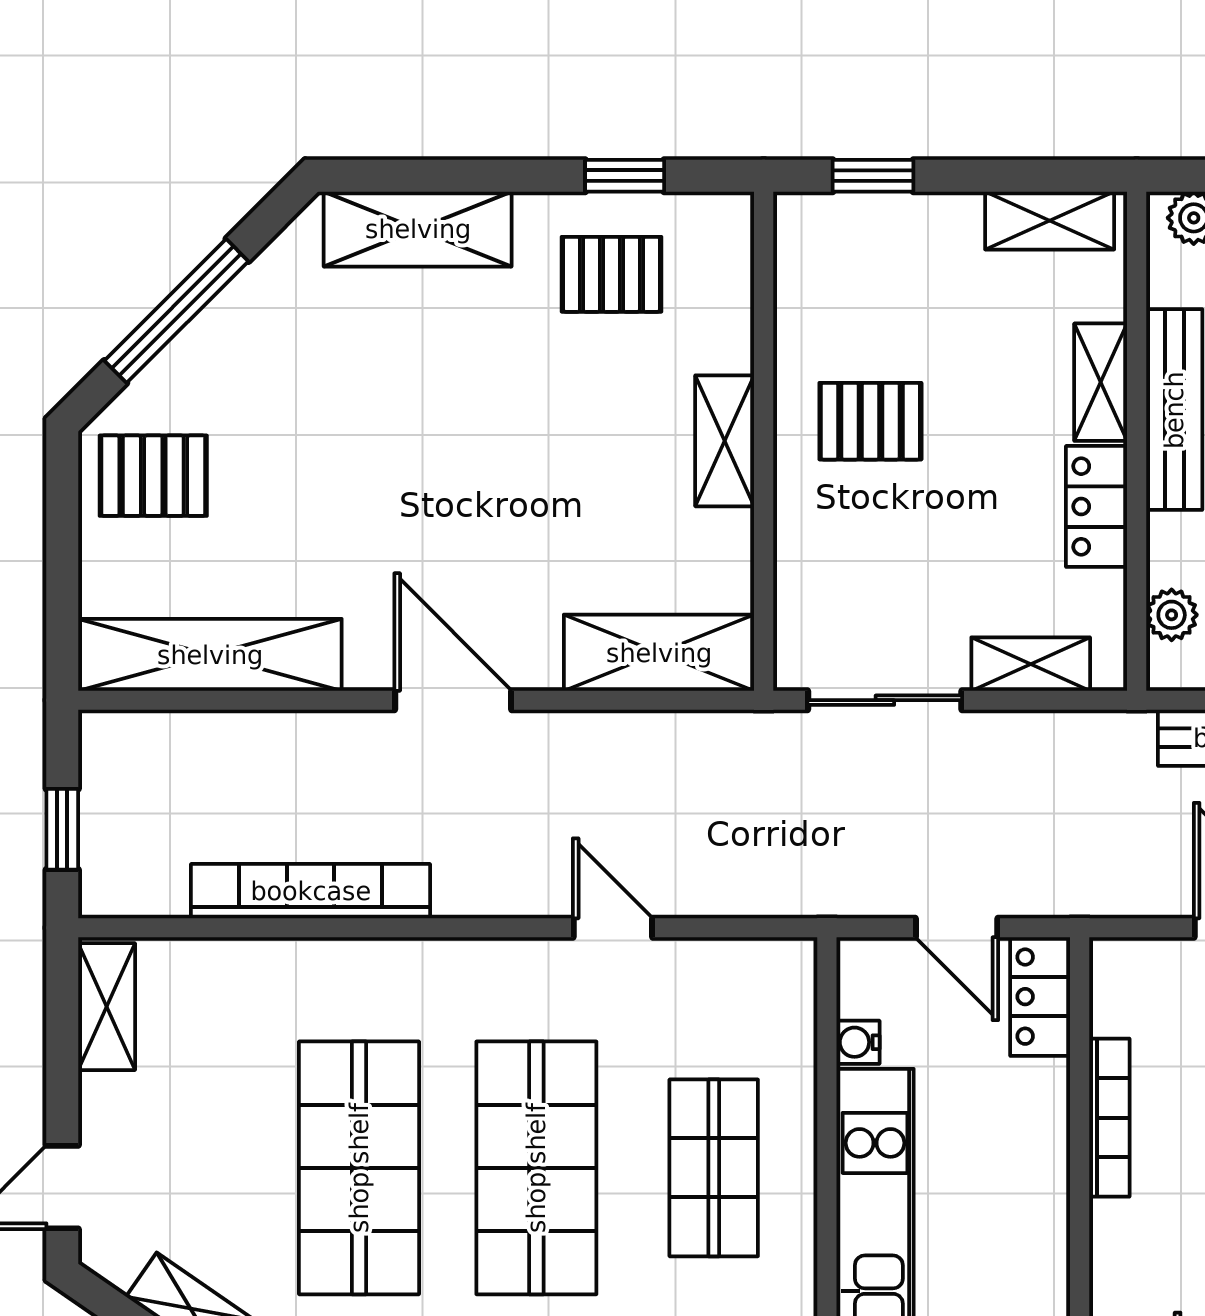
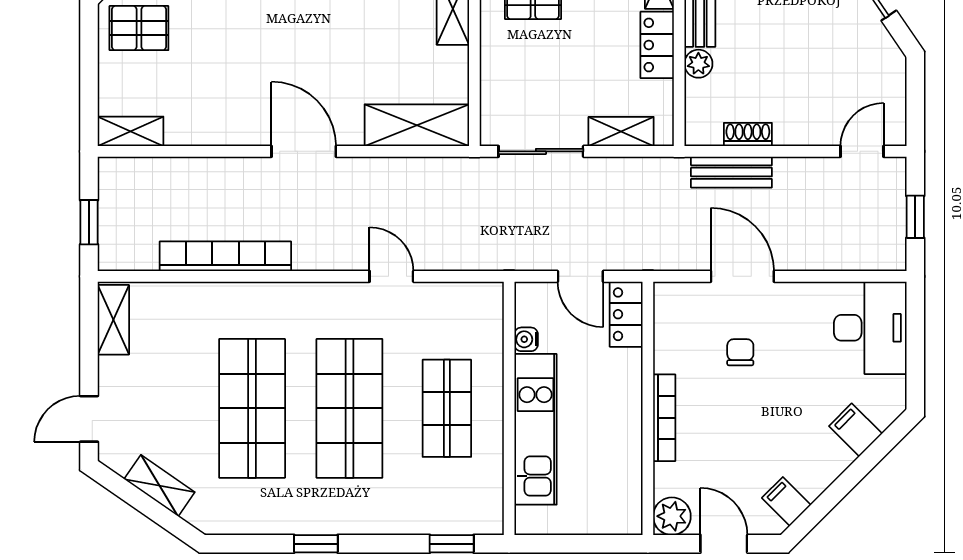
plant: (1172, 615) -> (698, 64), moved
shelving: (210, 655) -> (131, 131), width x0.45, depth x0.75
bookcase: (1109, 1118) -> (664, 418), moved

